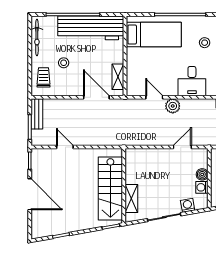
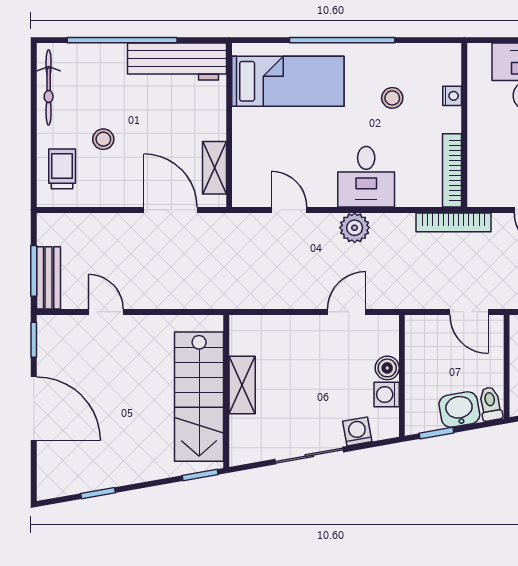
workbench: (91, 28) -> (177, 61), width x0.73, depth x0.76
plant: (173, 106) -> (355, 228), moved
bench: (37, 114) -> (49, 278), moved
shelving: (131, 199) -> (242, 385), moved

